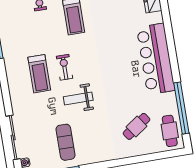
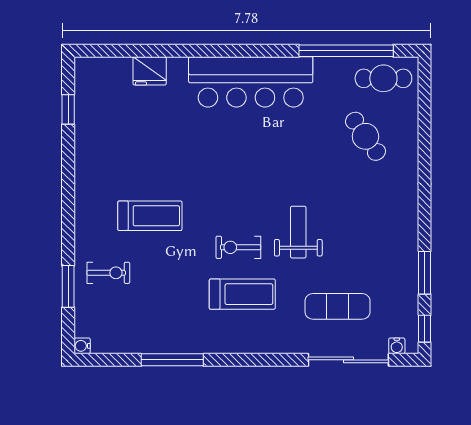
weight bench: (78, 99) -> (298, 232), turned 180
exercise mat: (66, 142) -> (338, 306), moved

